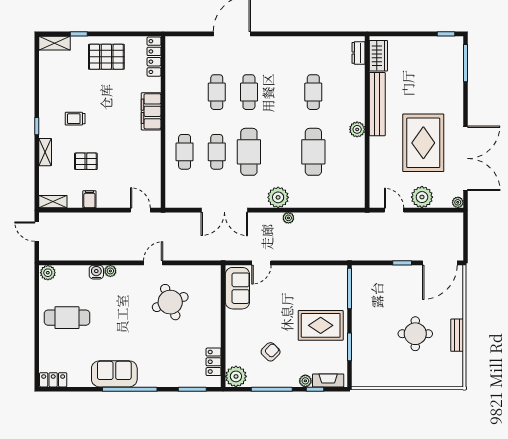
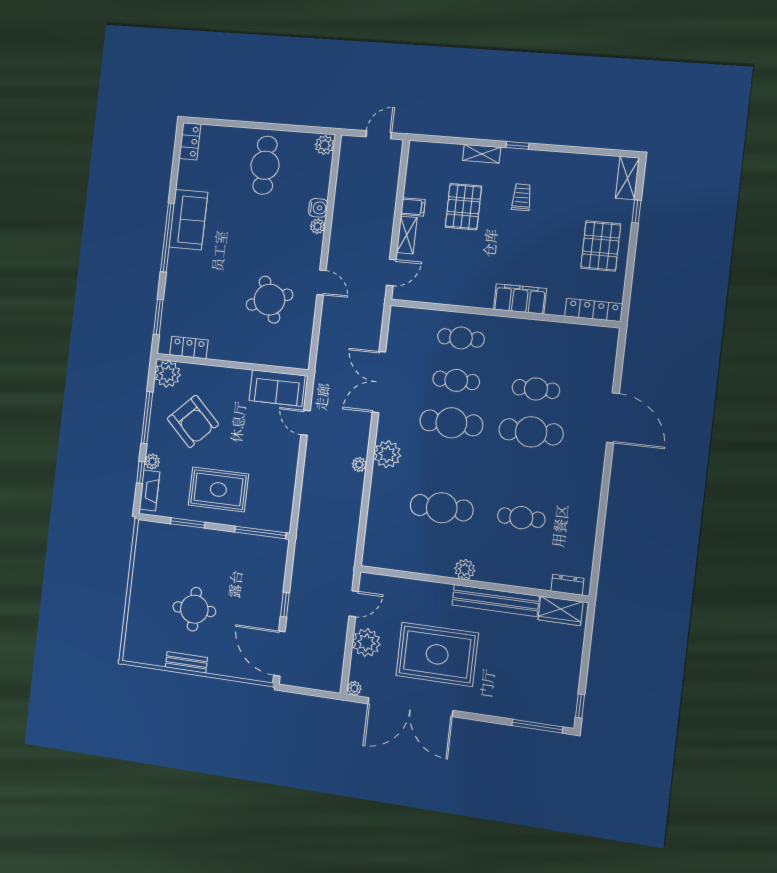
cafe table: (249, 92) -> (531, 432), width x1.37, depth x1.35
pallet: (86, 161) -> (463, 207), width x1.50, depth x1.42
shelving: (53, 202) -> (407, 235), moved
rug: (321, 325) -> (218, 489), turned 90
armchair: (271, 352) -> (193, 421), width x1.88, depth x1.88

